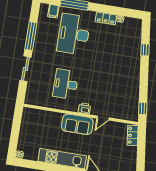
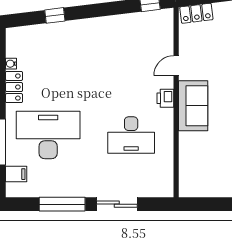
desk: (74, 34) -> (48, 135), turned 180
door: (103, 118) -> (176, 66), swing flipped

